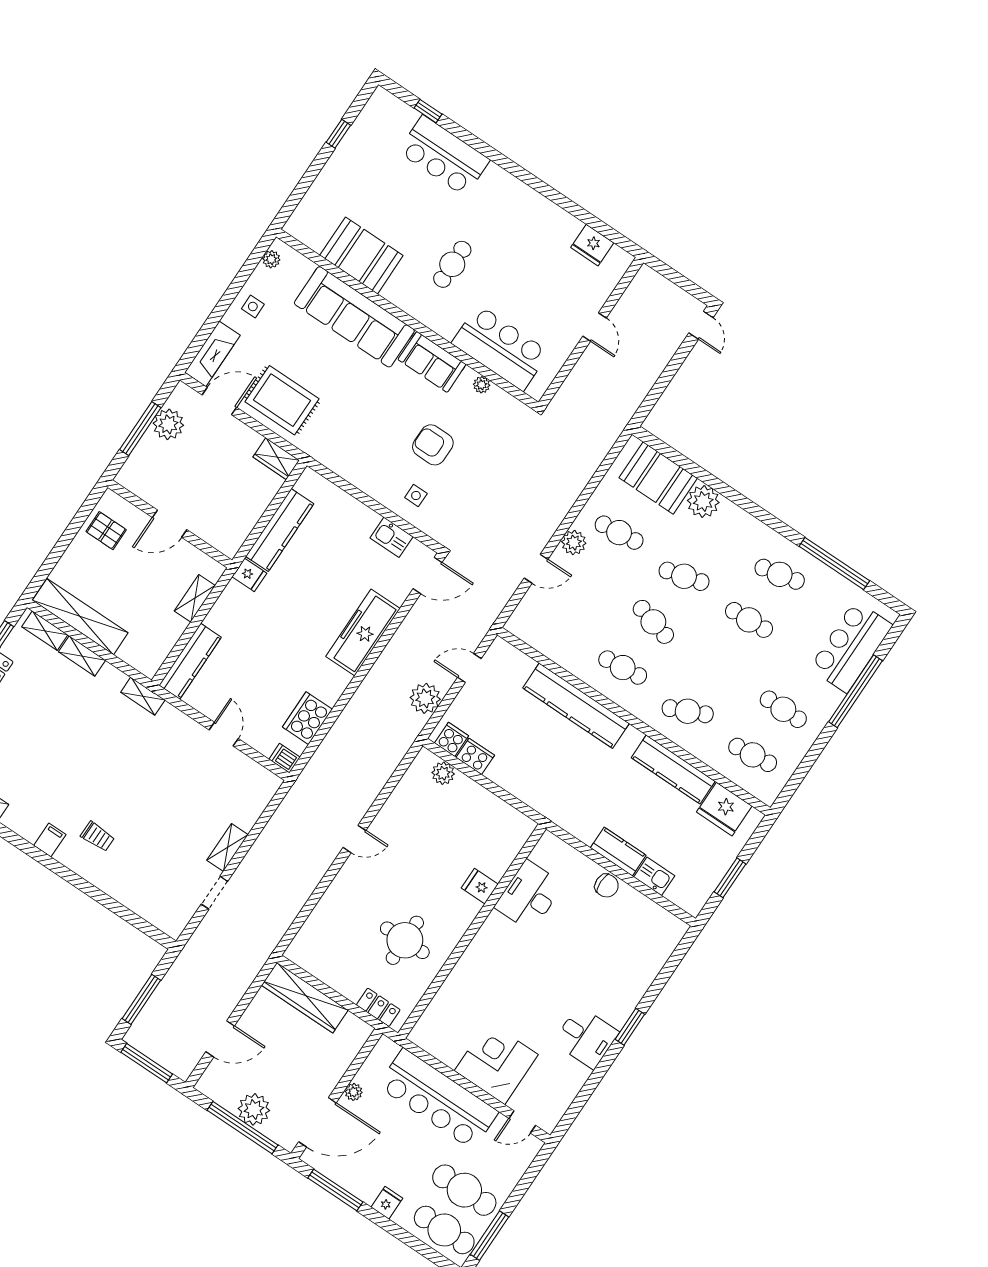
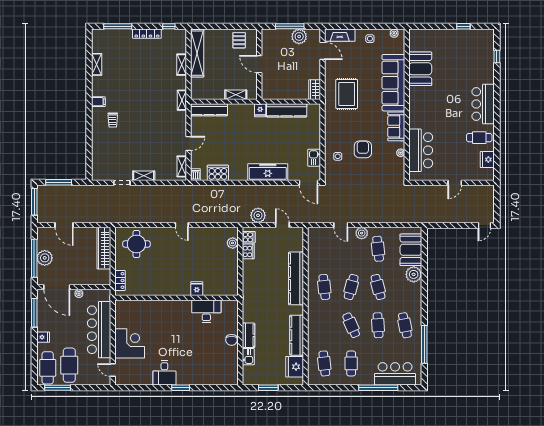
bar counter: (444, 156) -> (483, 104), moved
cafe table: (452, 264) -> (479, 138), moved
rug: (282, 400) -> (347, 94), moved
shelving: (45, 631) -> (182, 166), moved
cafe table: (688, 711) -> (351, 325), moved
round table: (405, 940) -> (136, 244), moved

